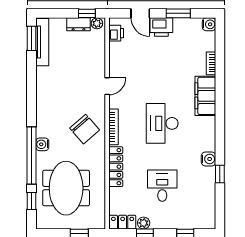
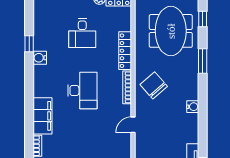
water cooler: (42, 144) -> (193, 107), moved
window: (32, 155) -> (203, 61), width x0.47

